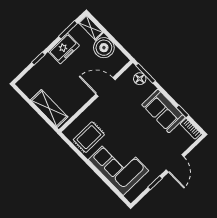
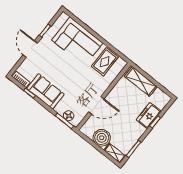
freezer: (64, 49) -> (149, 116), moved

